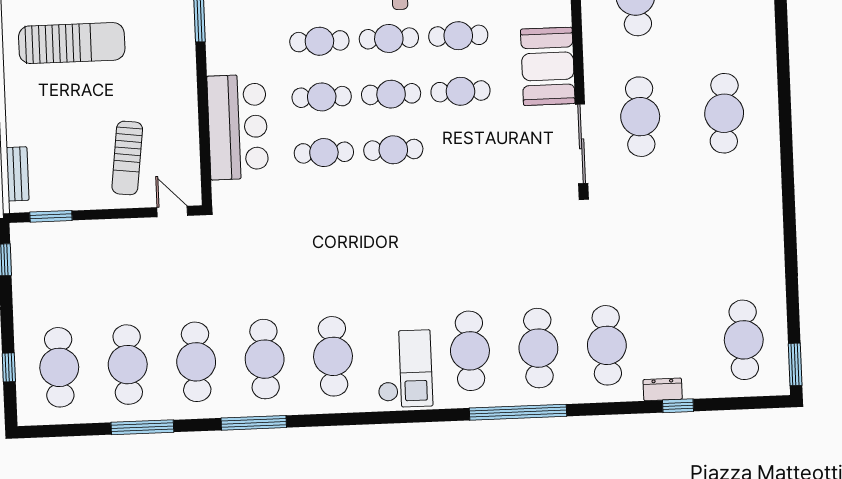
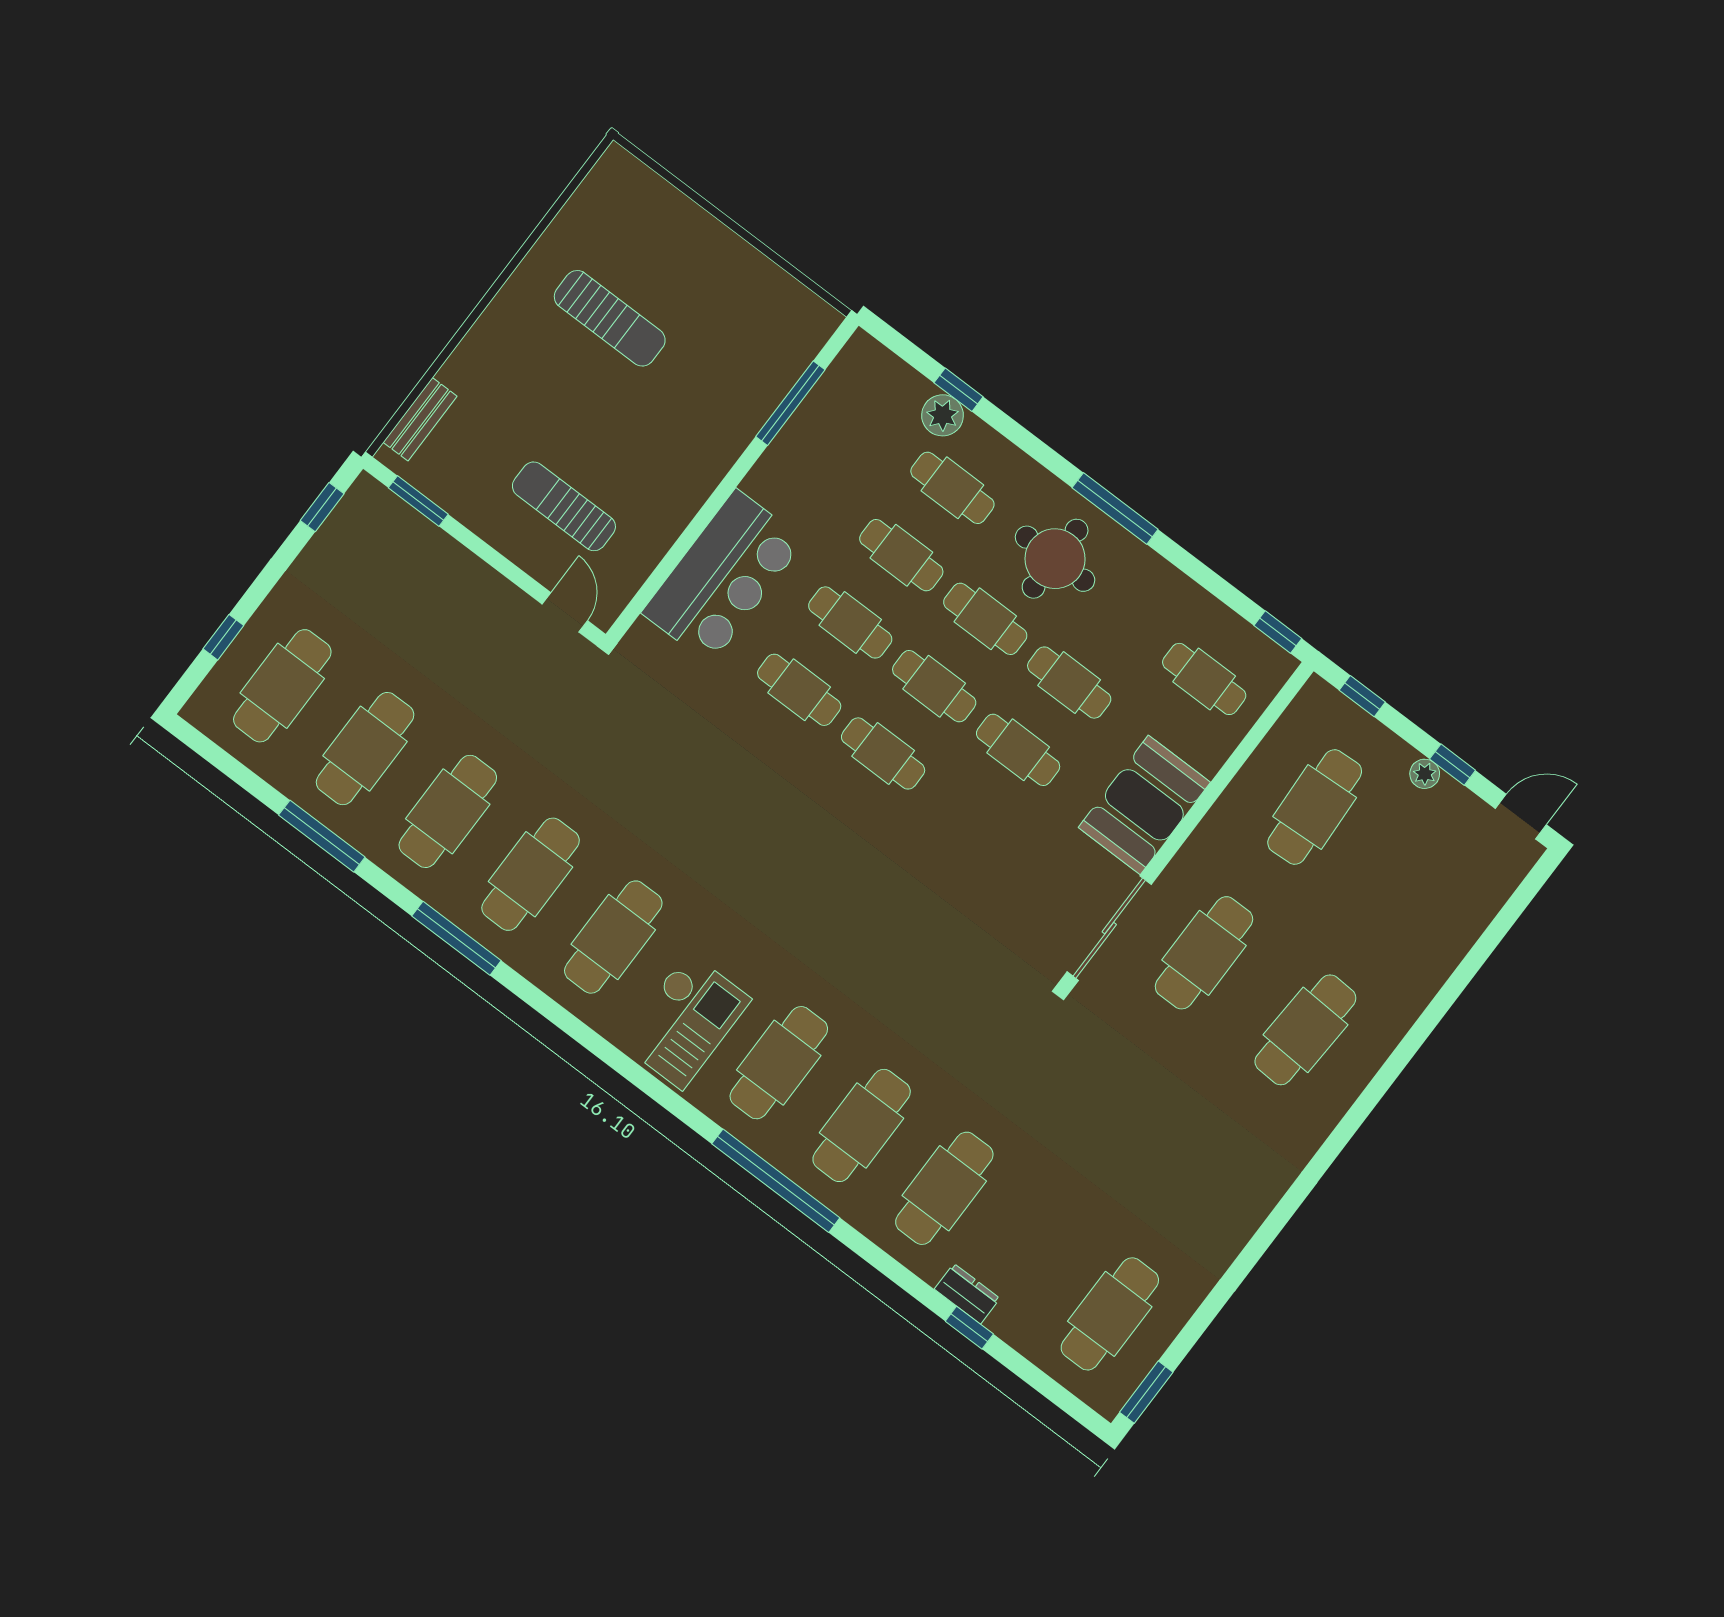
sun lounger: (72, 43) -> (610, 318), width x0.73, depth x0.75
sun lounger: (127, 158) -> (564, 506), turned 83

